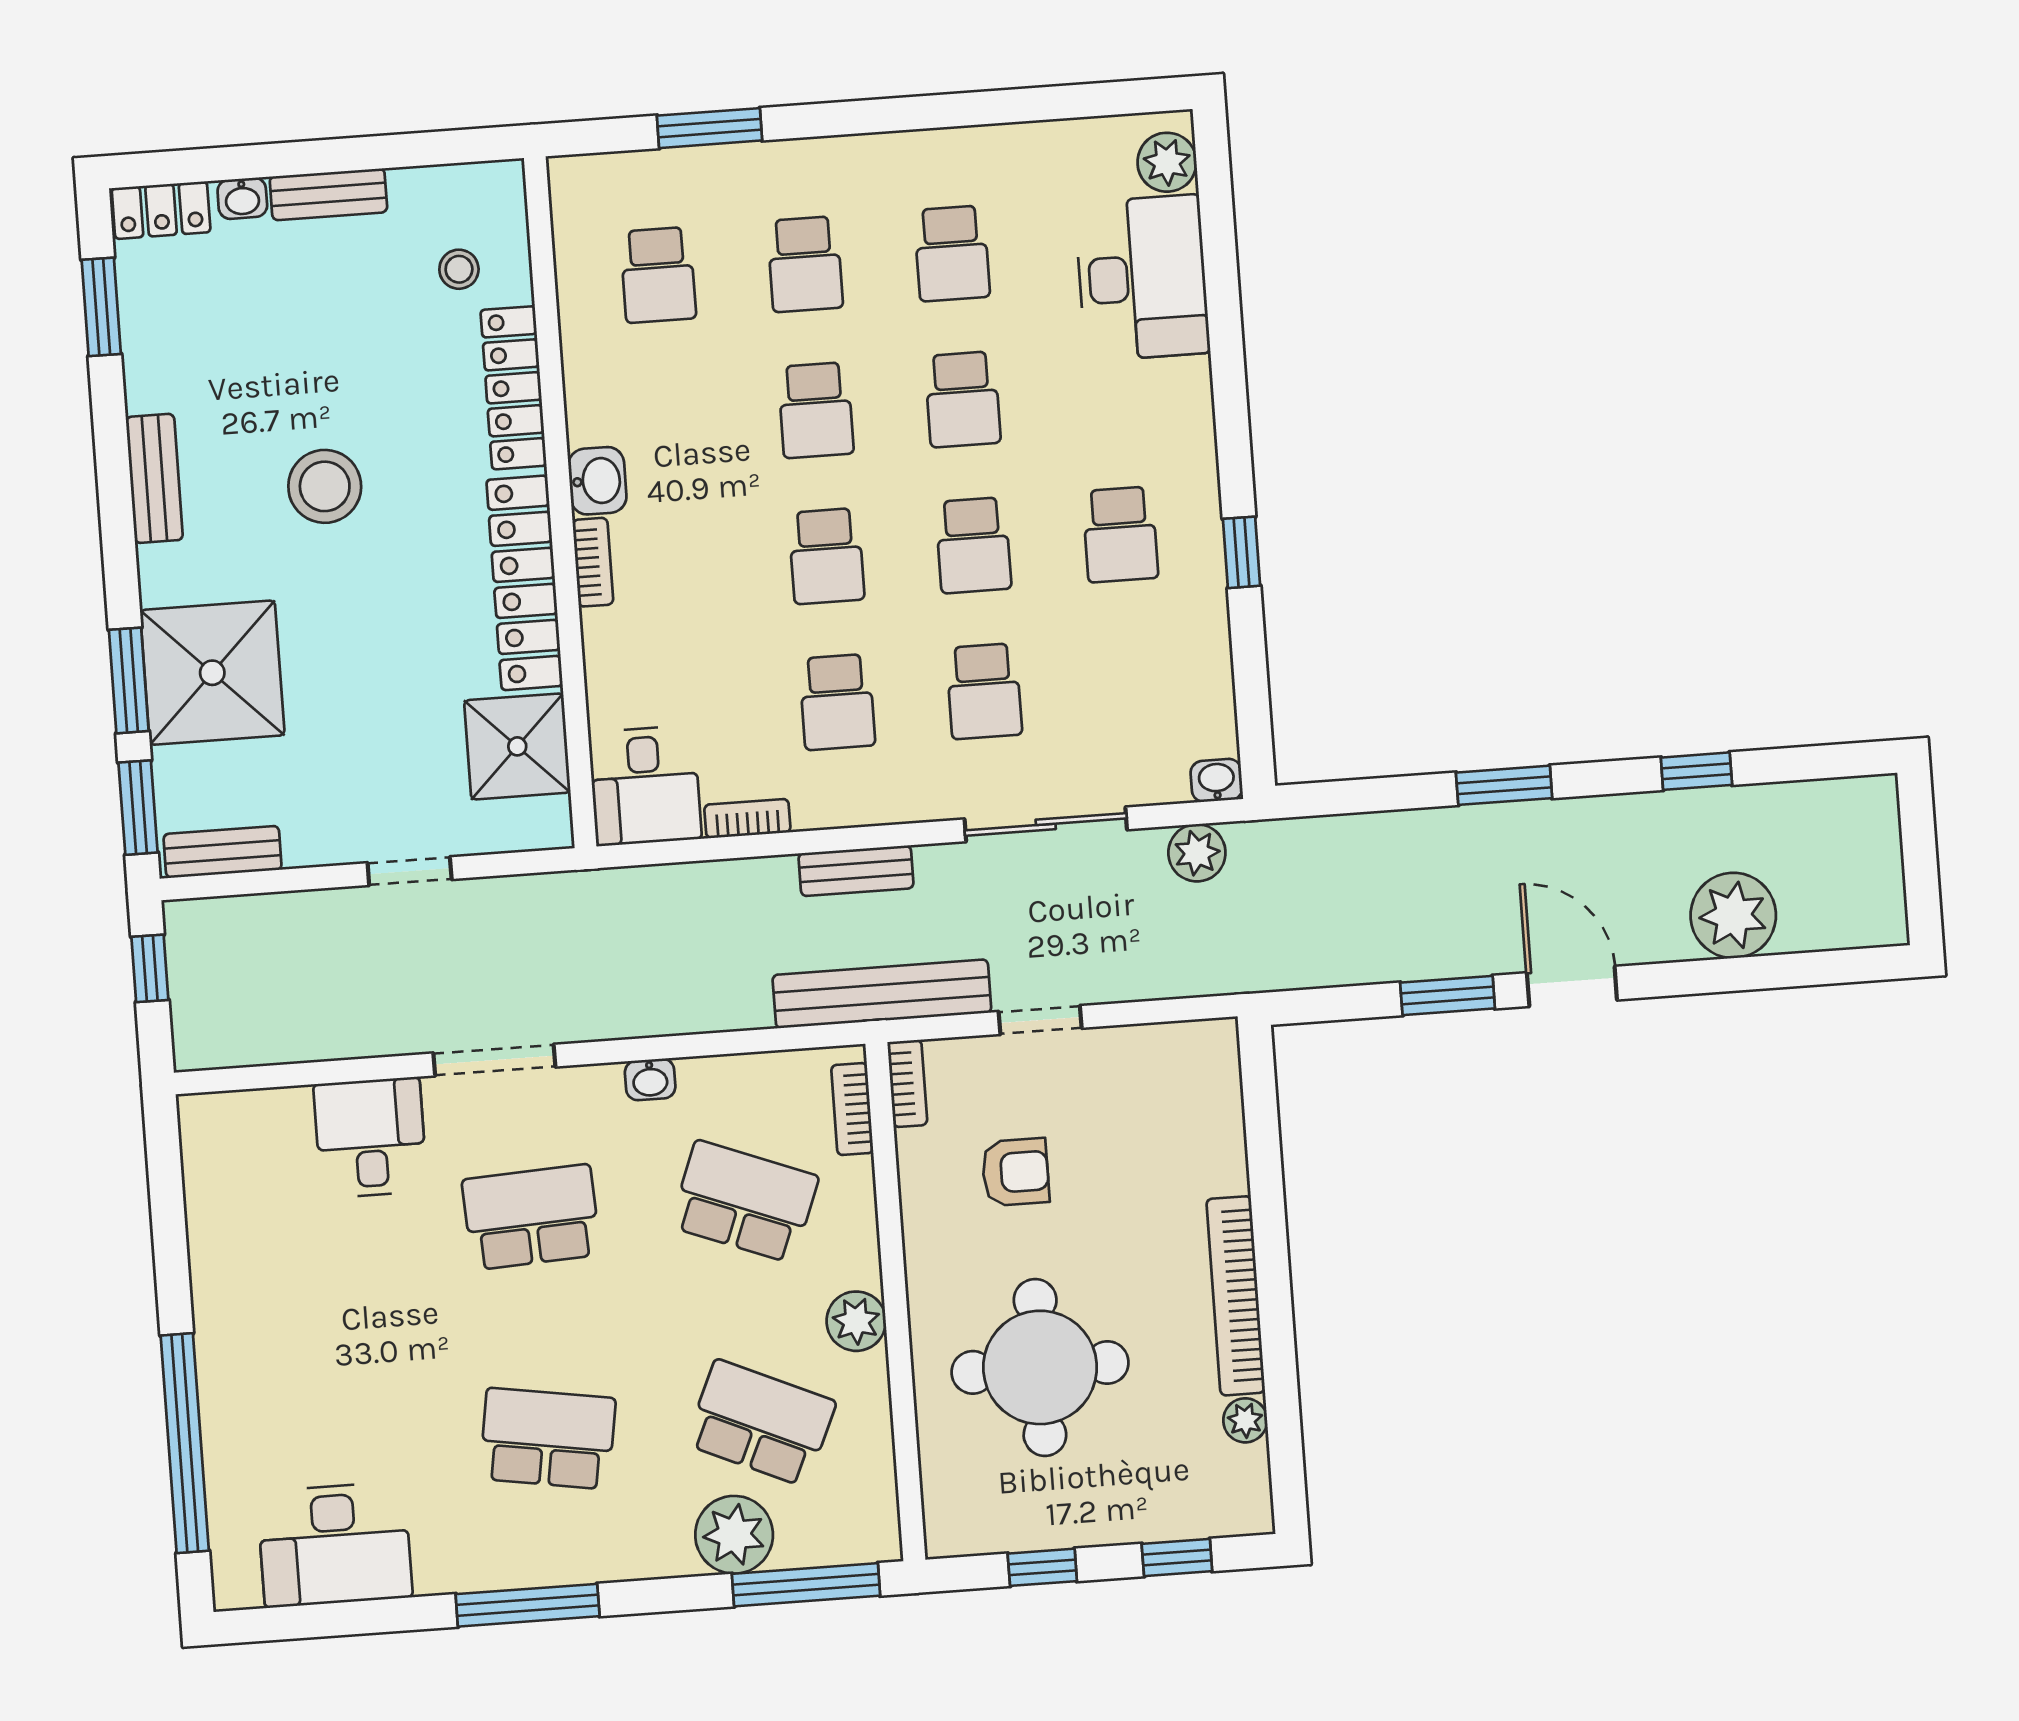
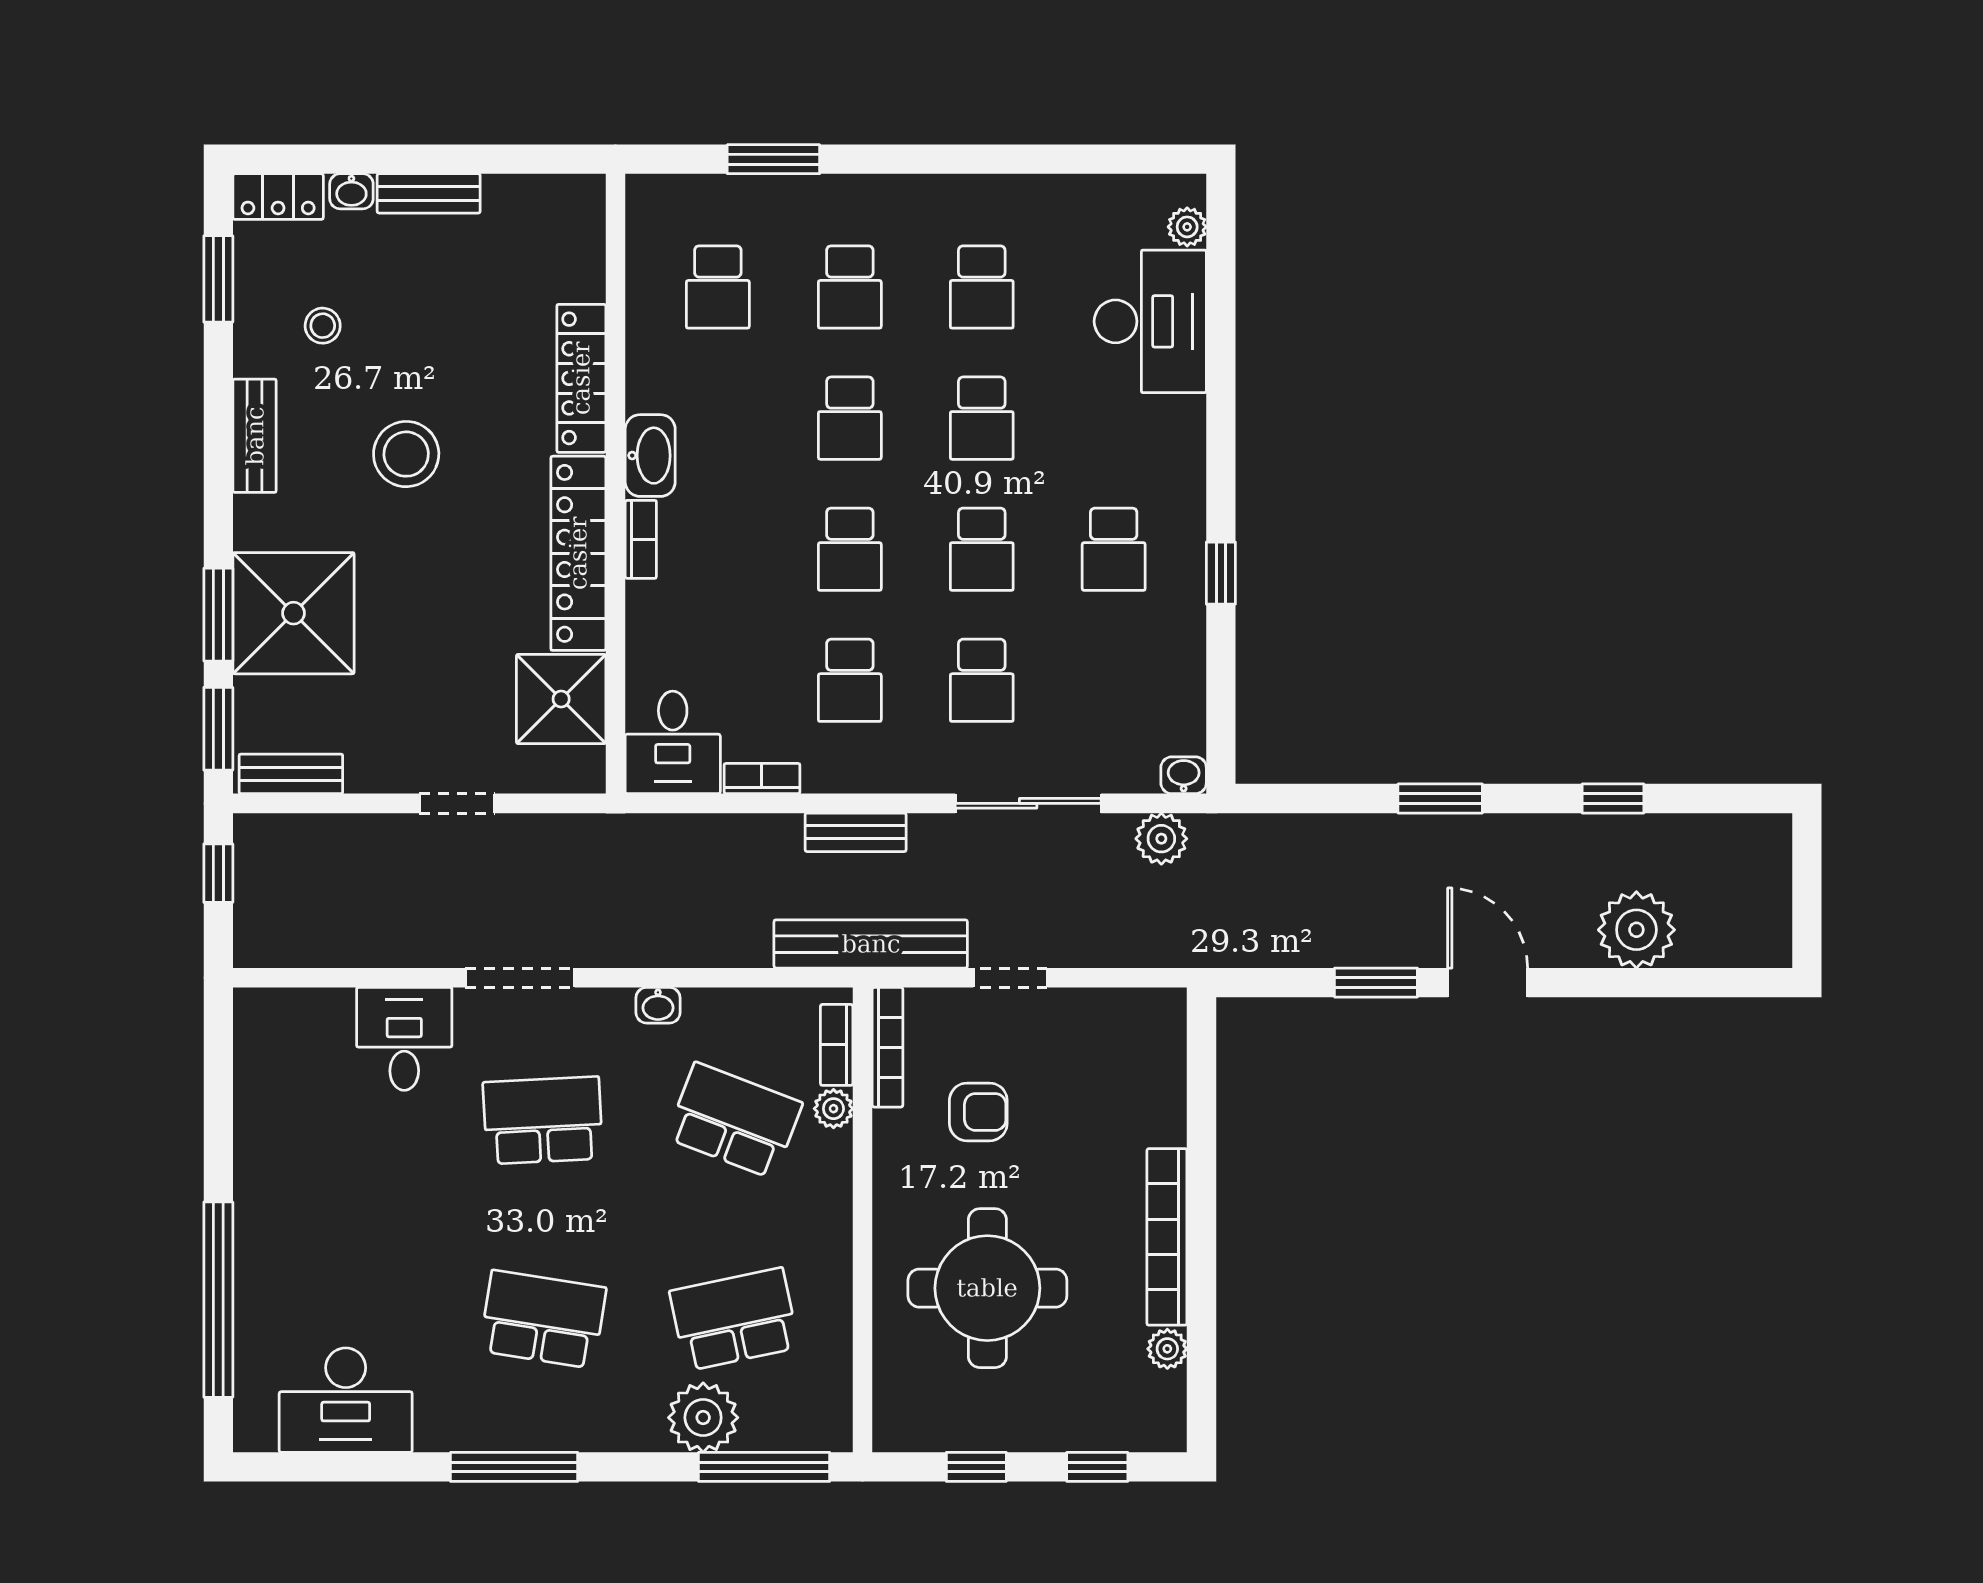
plant: (1167, 162) -> (1187, 227), width x0.73, depth x0.73
stool: (459, 269) -> (323, 326), moved
washbasin: (597, 481) -> (650, 456), width x1.38
bookcase: (907, 1083) -> (887, 1047), width x1.56
plant: (856, 1321) -> (833, 1109), moved, width x0.73, depth x0.73
school desk: (761, 1423) -> (734, 1319), turned -36

